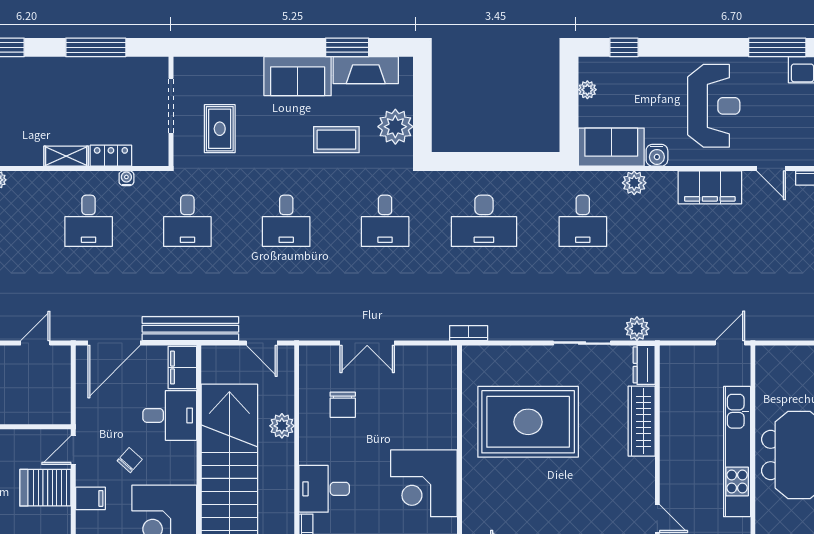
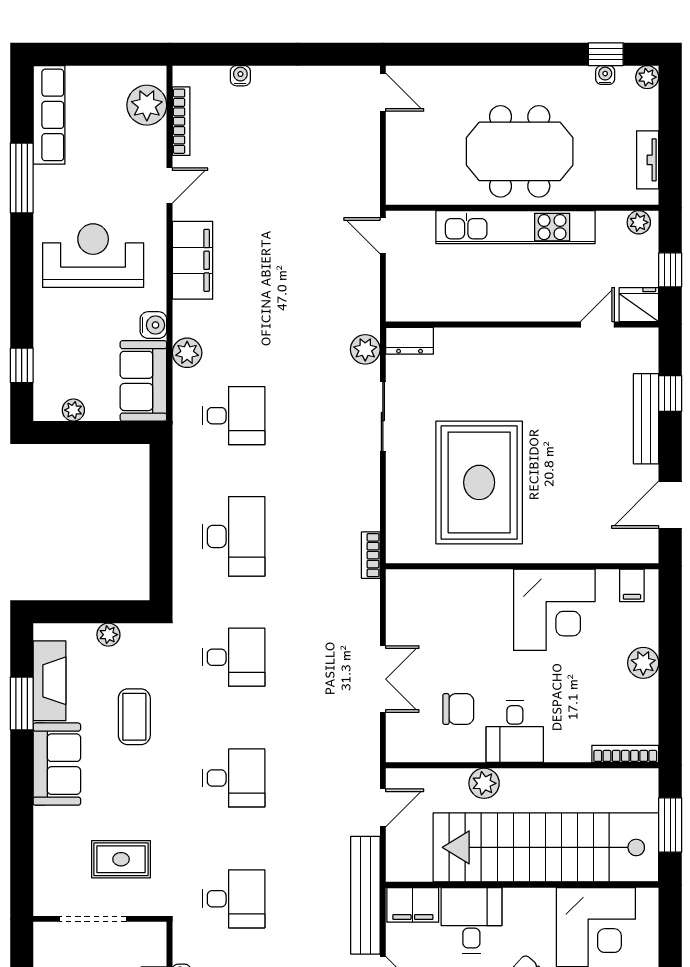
plant: (395, 127) -> (108, 635), width x0.53, depth x0.53
wardrobe: (642, 421) -> (478, 344), removed
desk: (324, 489) -> (515, 732), moved

